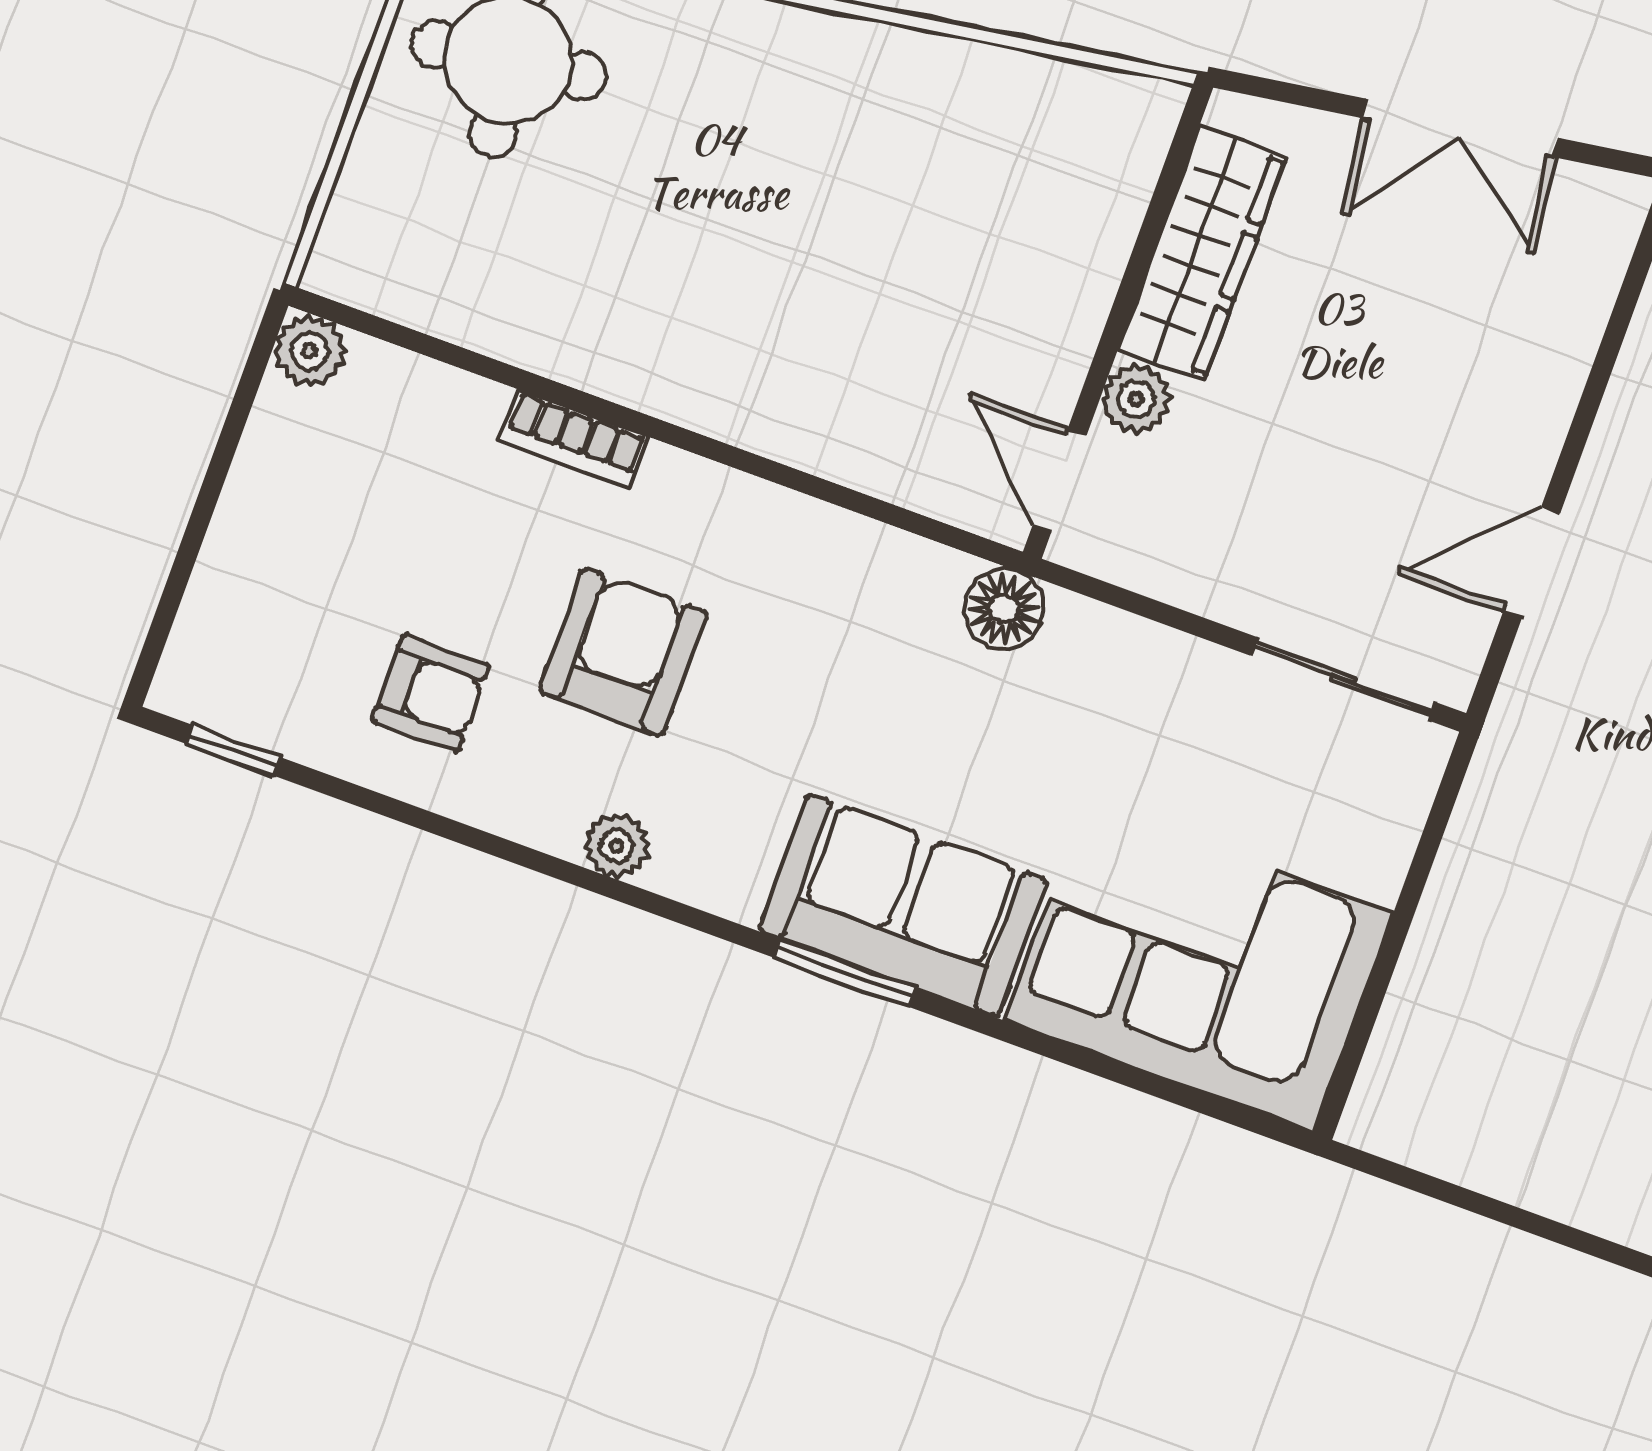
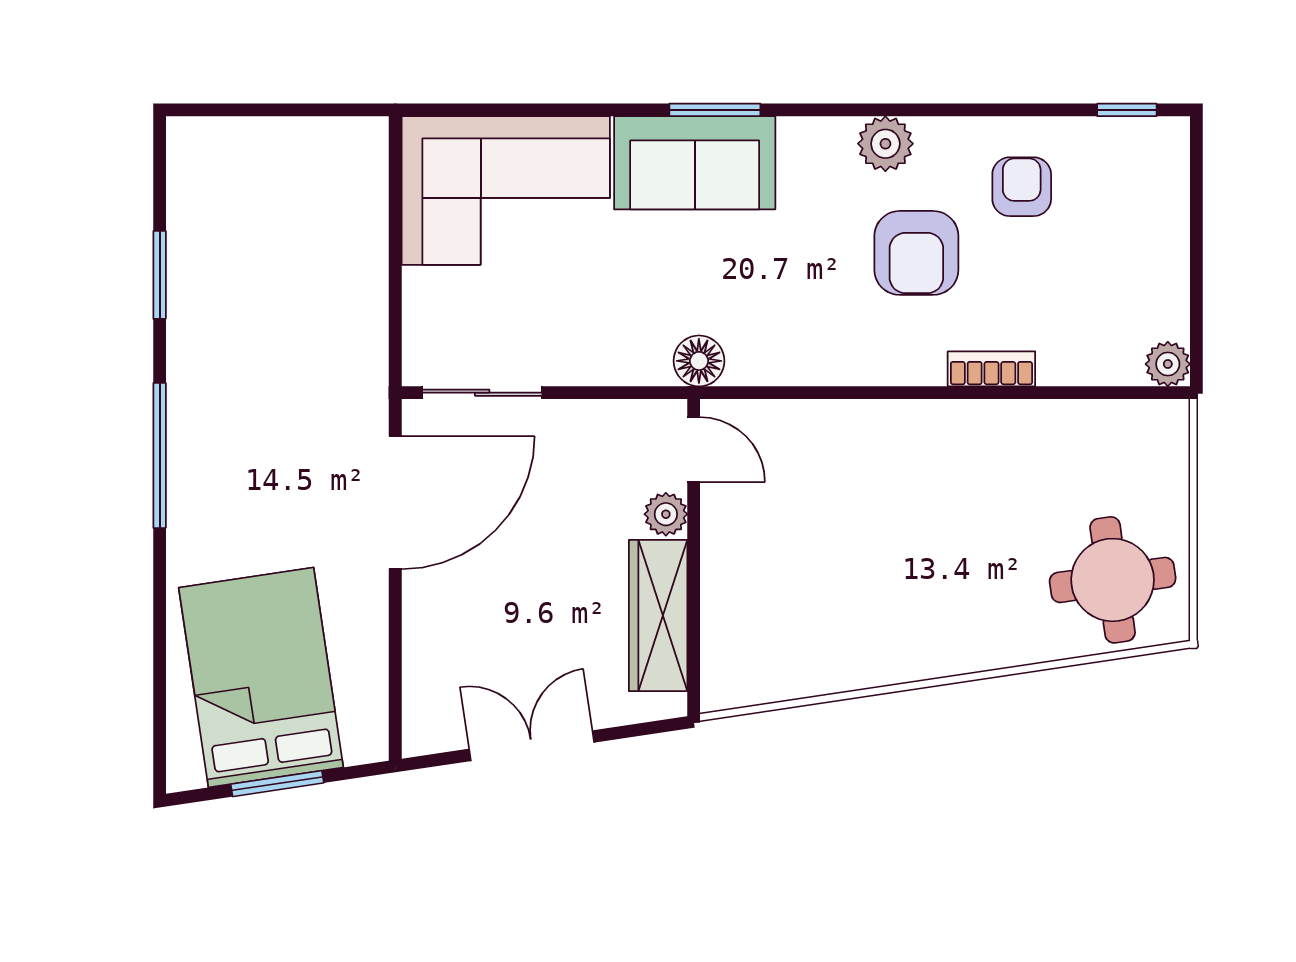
door: (1532, 563) -> (395, 503), width x1.88
armchair: (431, 693) -> (1022, 187), turned 90
plant: (617, 846) -> (885, 144), width x1.38, depth x1.38

